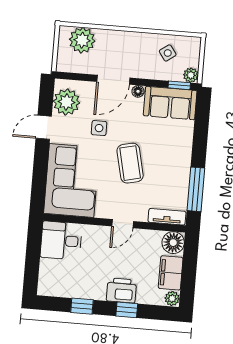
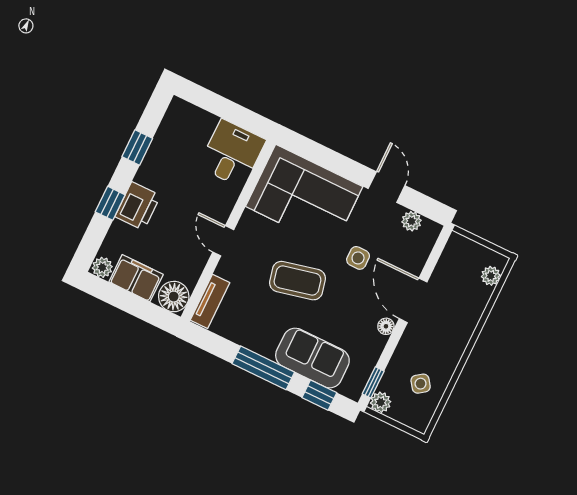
plant: (82, 40) -> (491, 276), width x0.53, depth x0.53
plant: (66, 102) -> (412, 221), width x0.53, depth x0.53
sofa: (170, 103) -> (312, 358), moved, turned 90
window: (202, 118) -> (319, 395), added
window: (196, 189) -> (263, 368), moved

